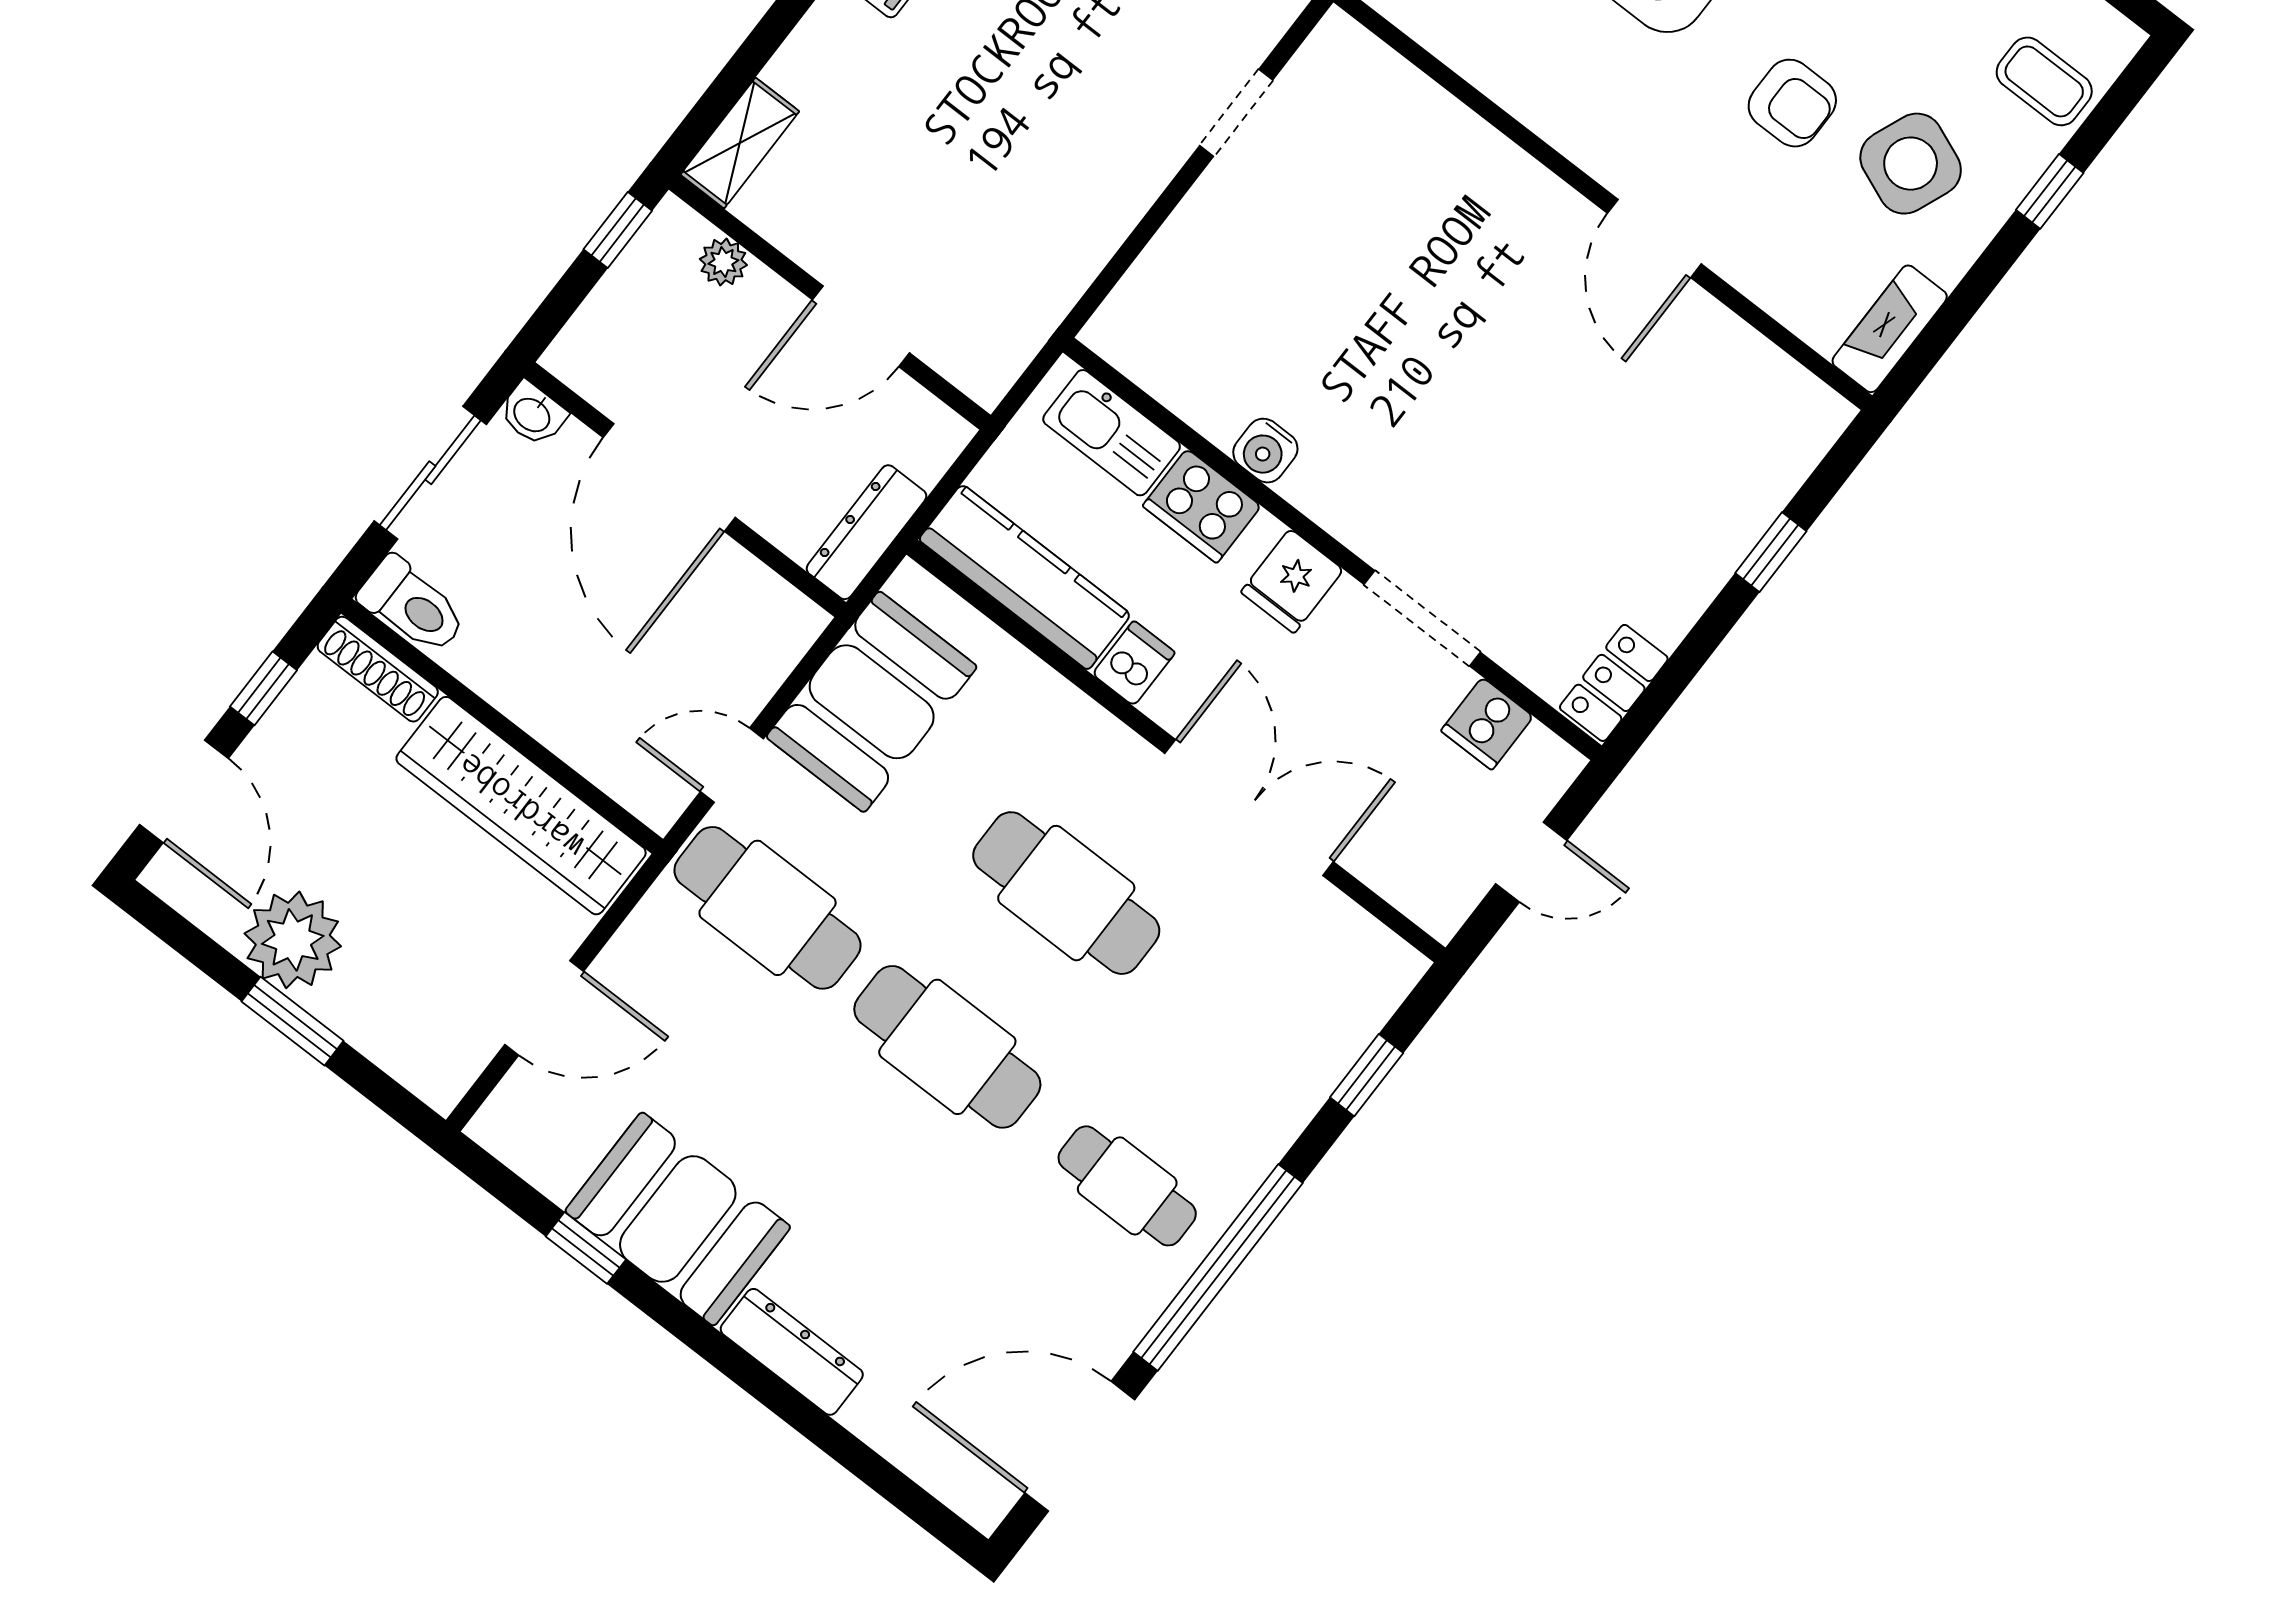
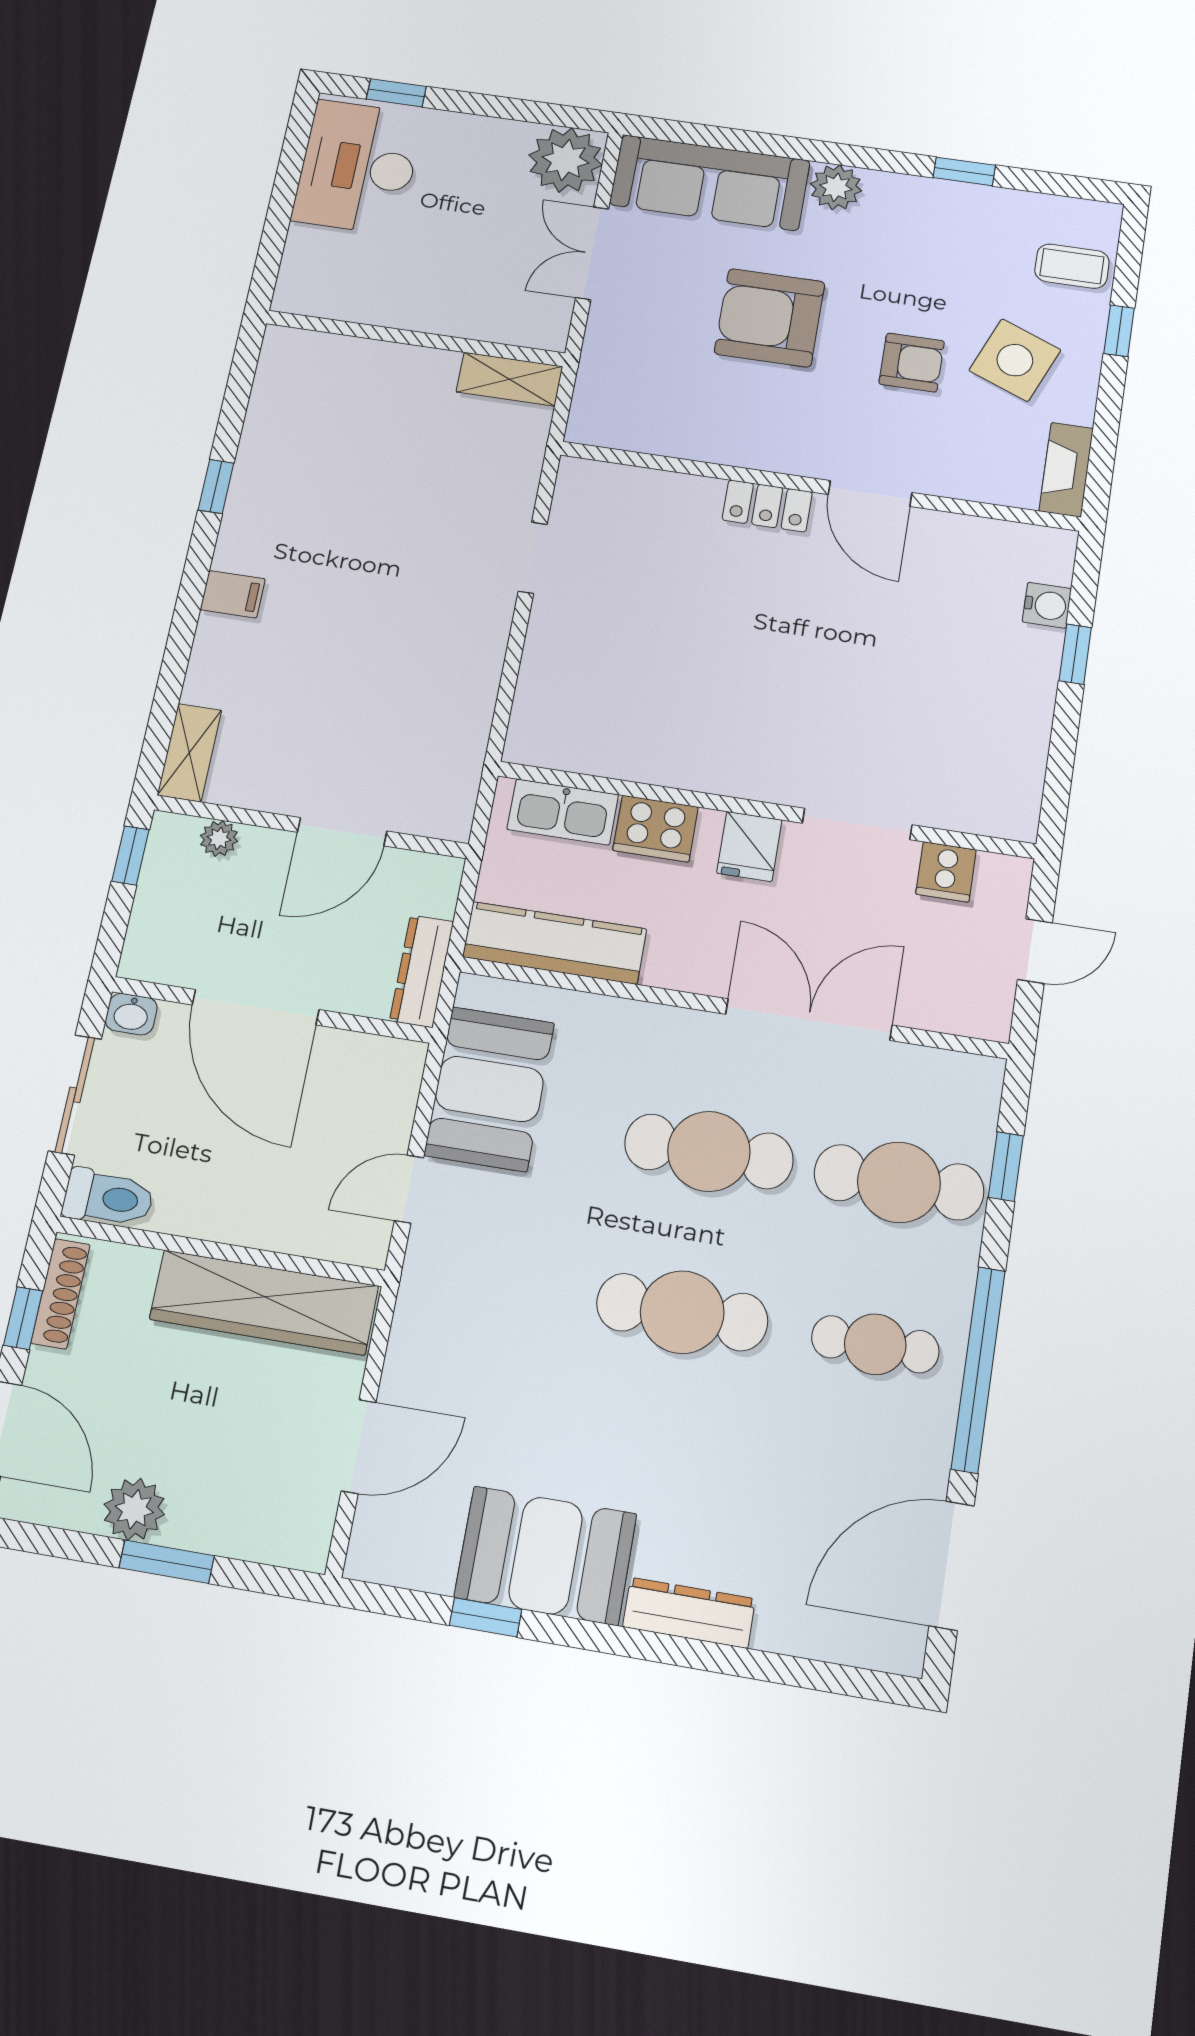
water cooler: (1265, 451) -> (1047, 605), moved, turned -90
dishwasher: (1134, 663) -> (667, 962), removed
shoe rack: (378, 669) -> (61, 1294), moved, turned -90
locker: (1614, 683) -> (767, 506), moved, turned -90
cafe table: (768, 908) -> (899, 1182), moved
plant: (293, 940) -> (134, 1509), width x0.73, depth x0.73

